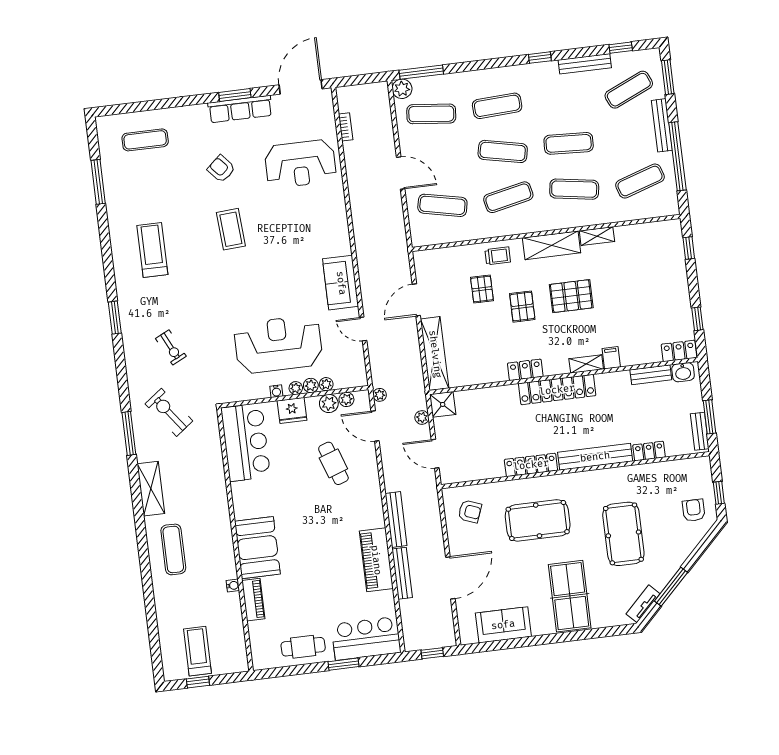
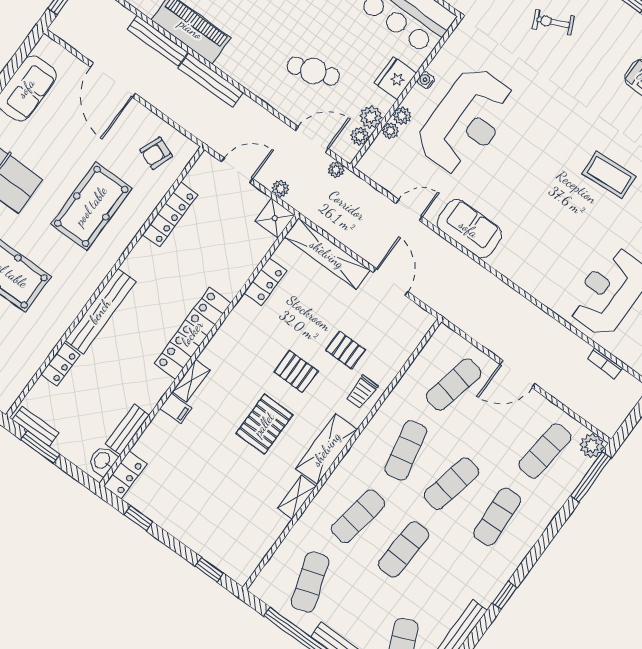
locker: (525, 370) -> (265, 282), moved
plant: (296, 388) -> (412, 100), removed
locker: (531, 465) -> (170, 215), moved

